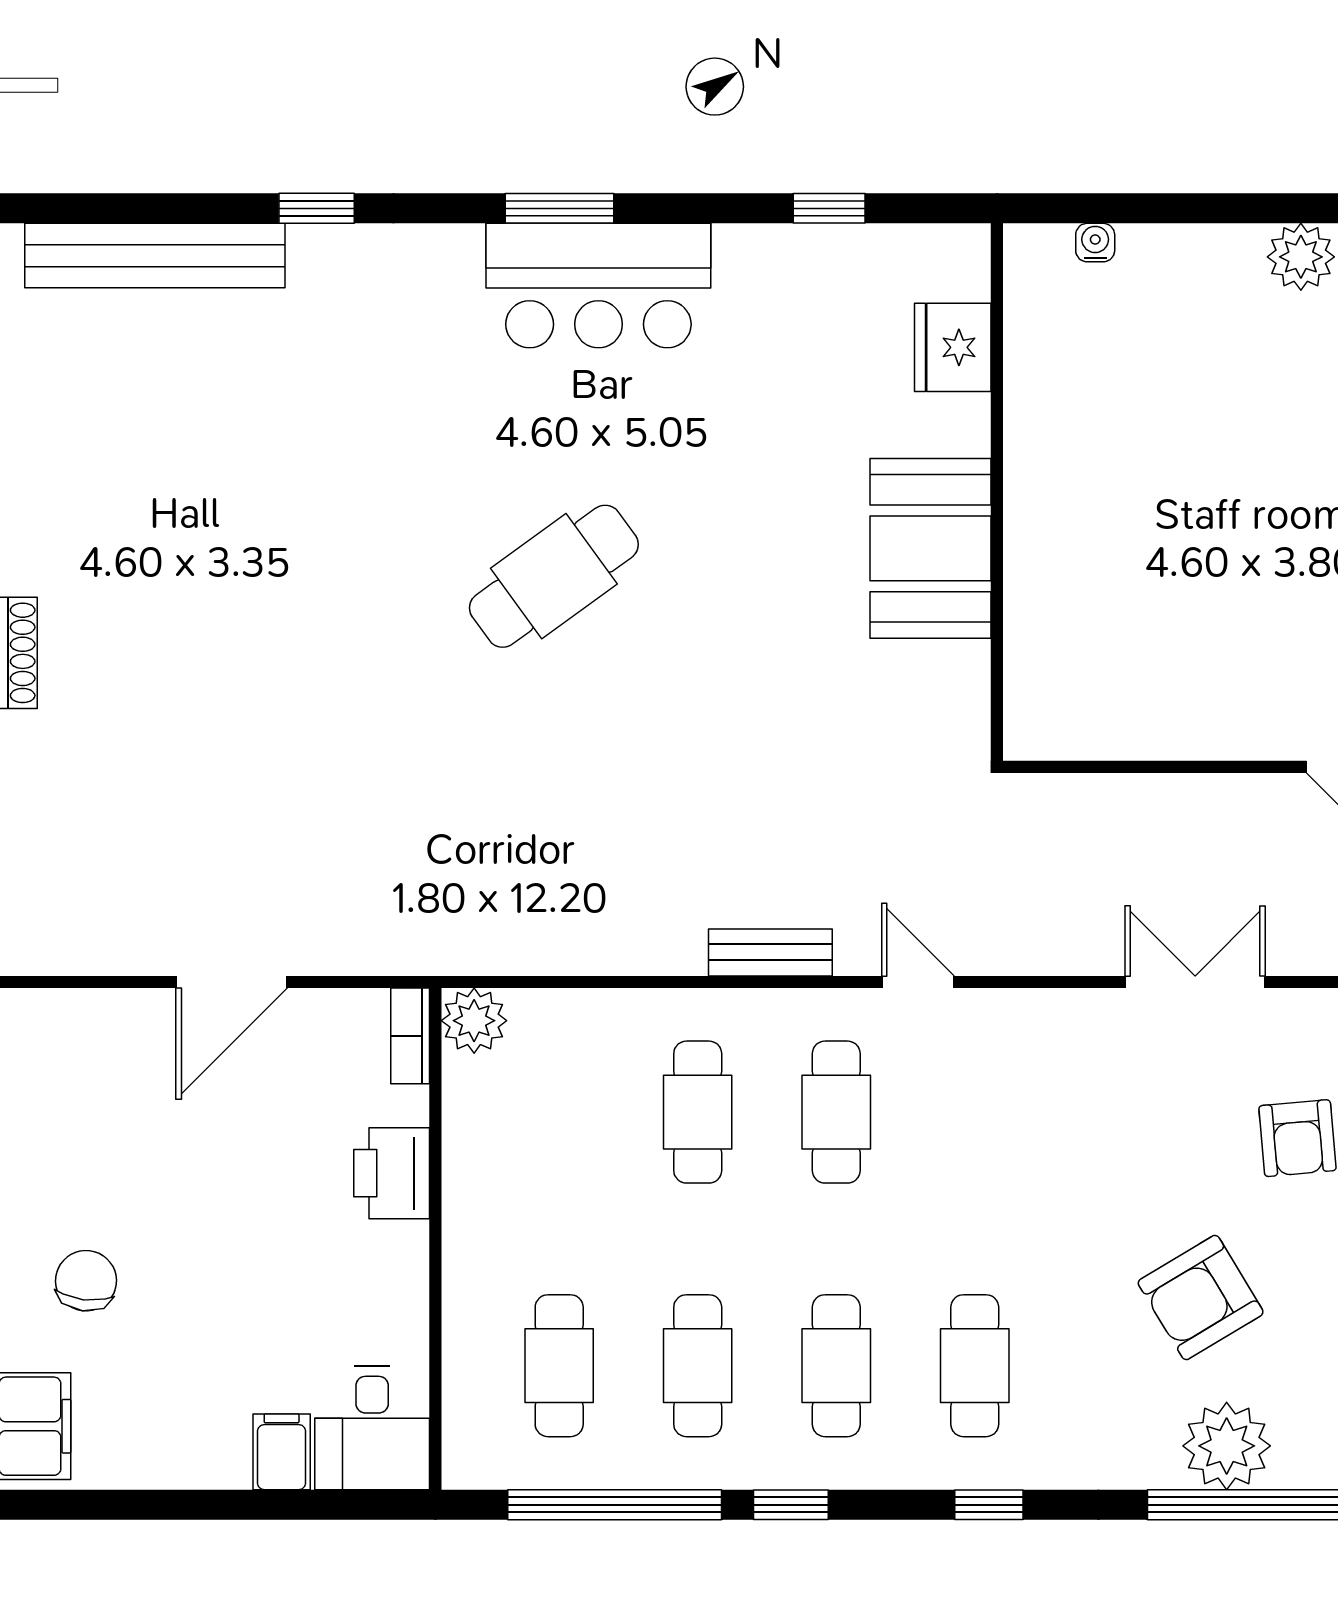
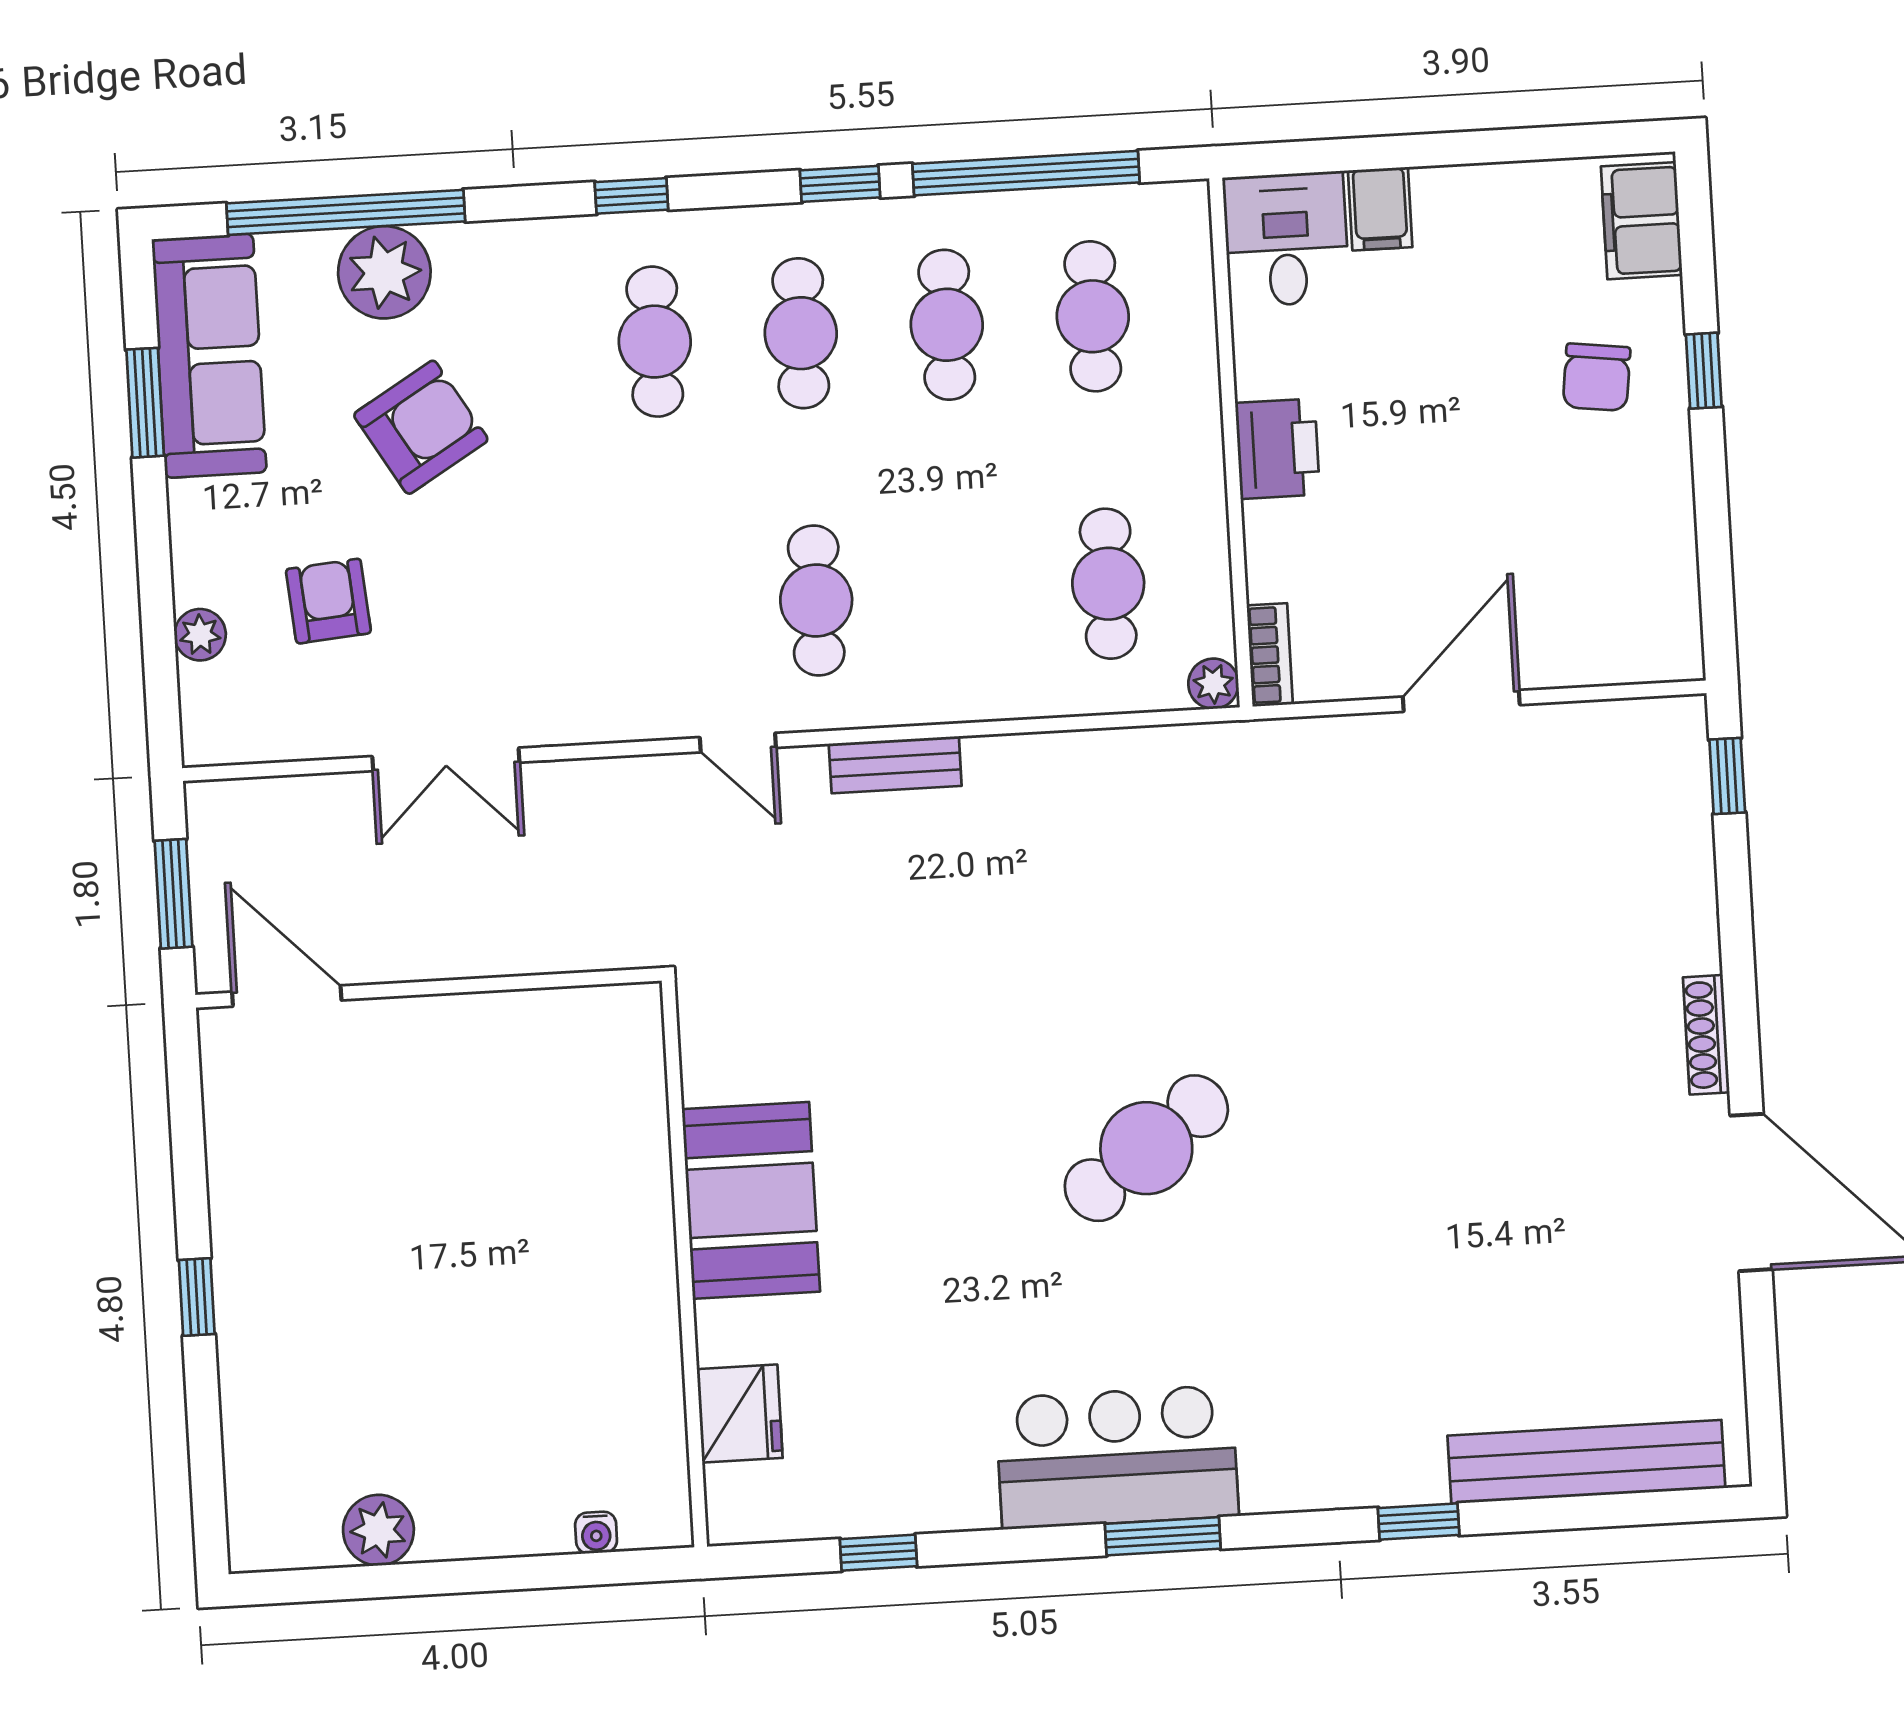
plant: (474, 1021) -> (1213, 684), width x0.73, depth x0.73
cafe table: (698, 1112) -> (1108, 584), moved
printer: (392, 1173) -> (1277, 449), moved

